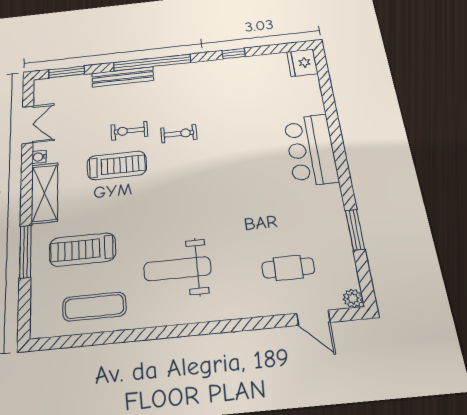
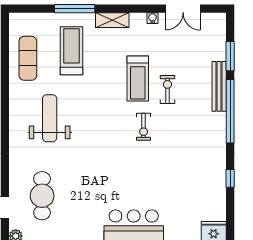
window: (67, 72) -> (230, 56), moved
exercise bike: (179, 134) -> (144, 127), moved
shelving: (45, 193) -> (112, 20), width x0.67, depth x0.75
cafe table: (288, 268) -> (42, 196), width x1.37, depth x1.35

